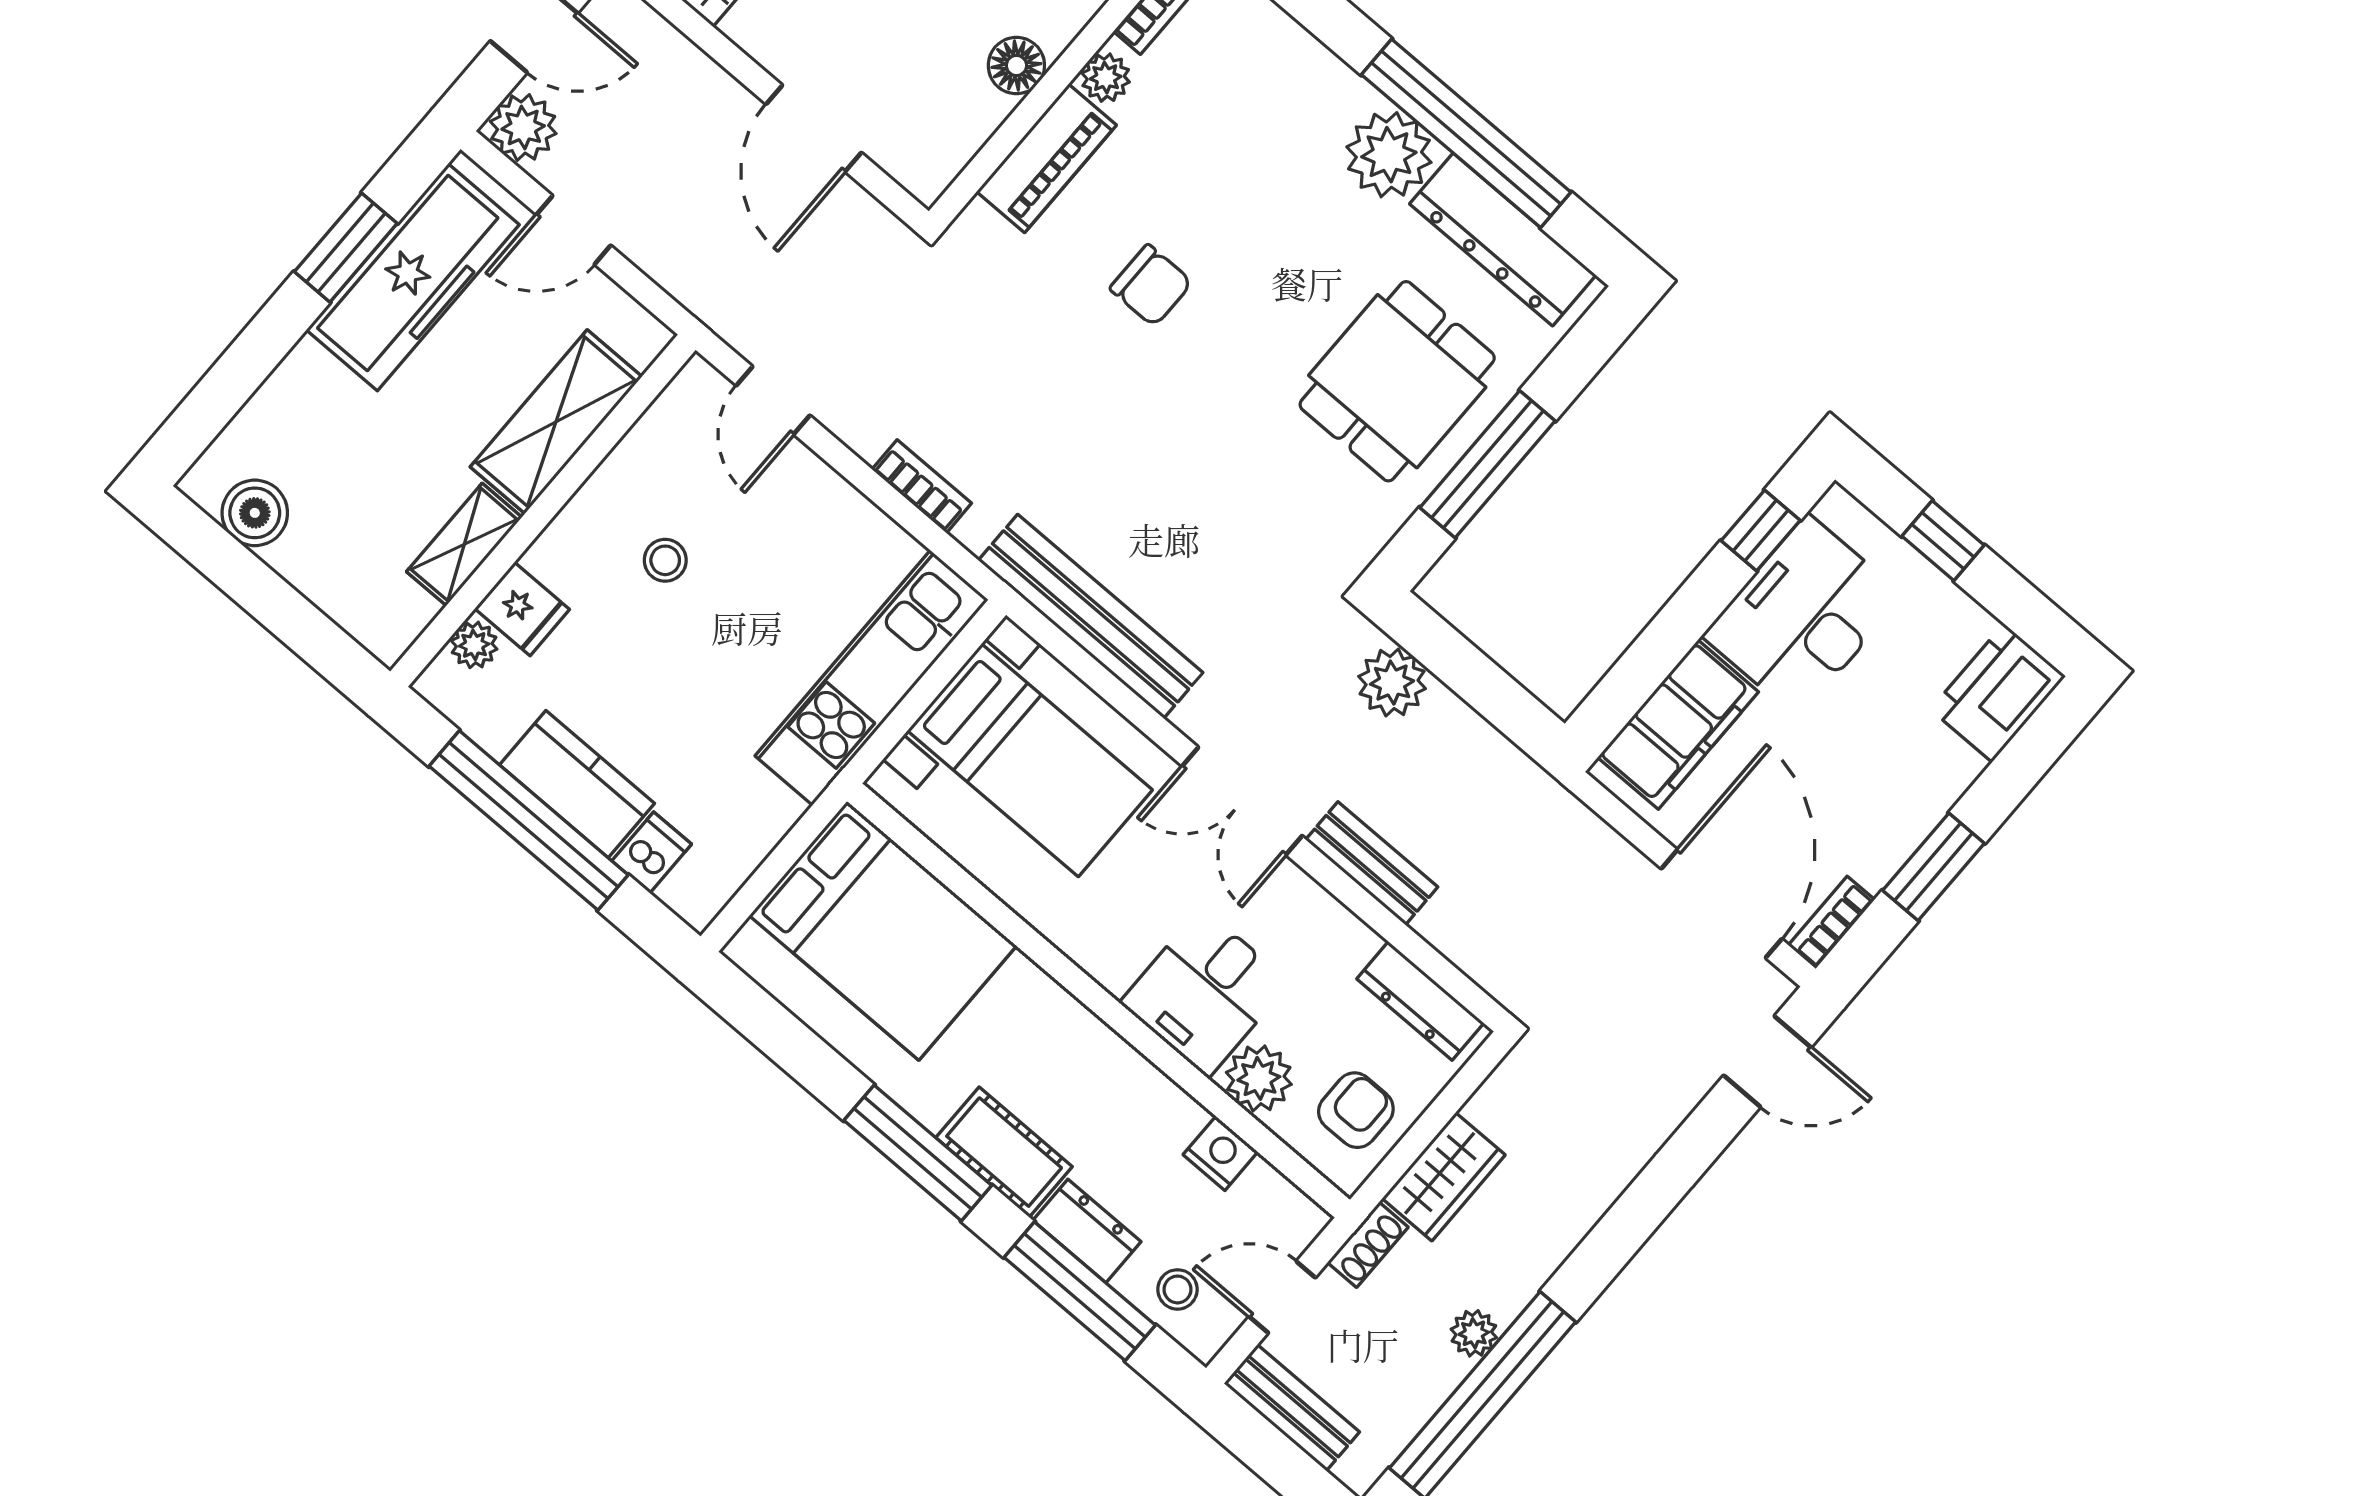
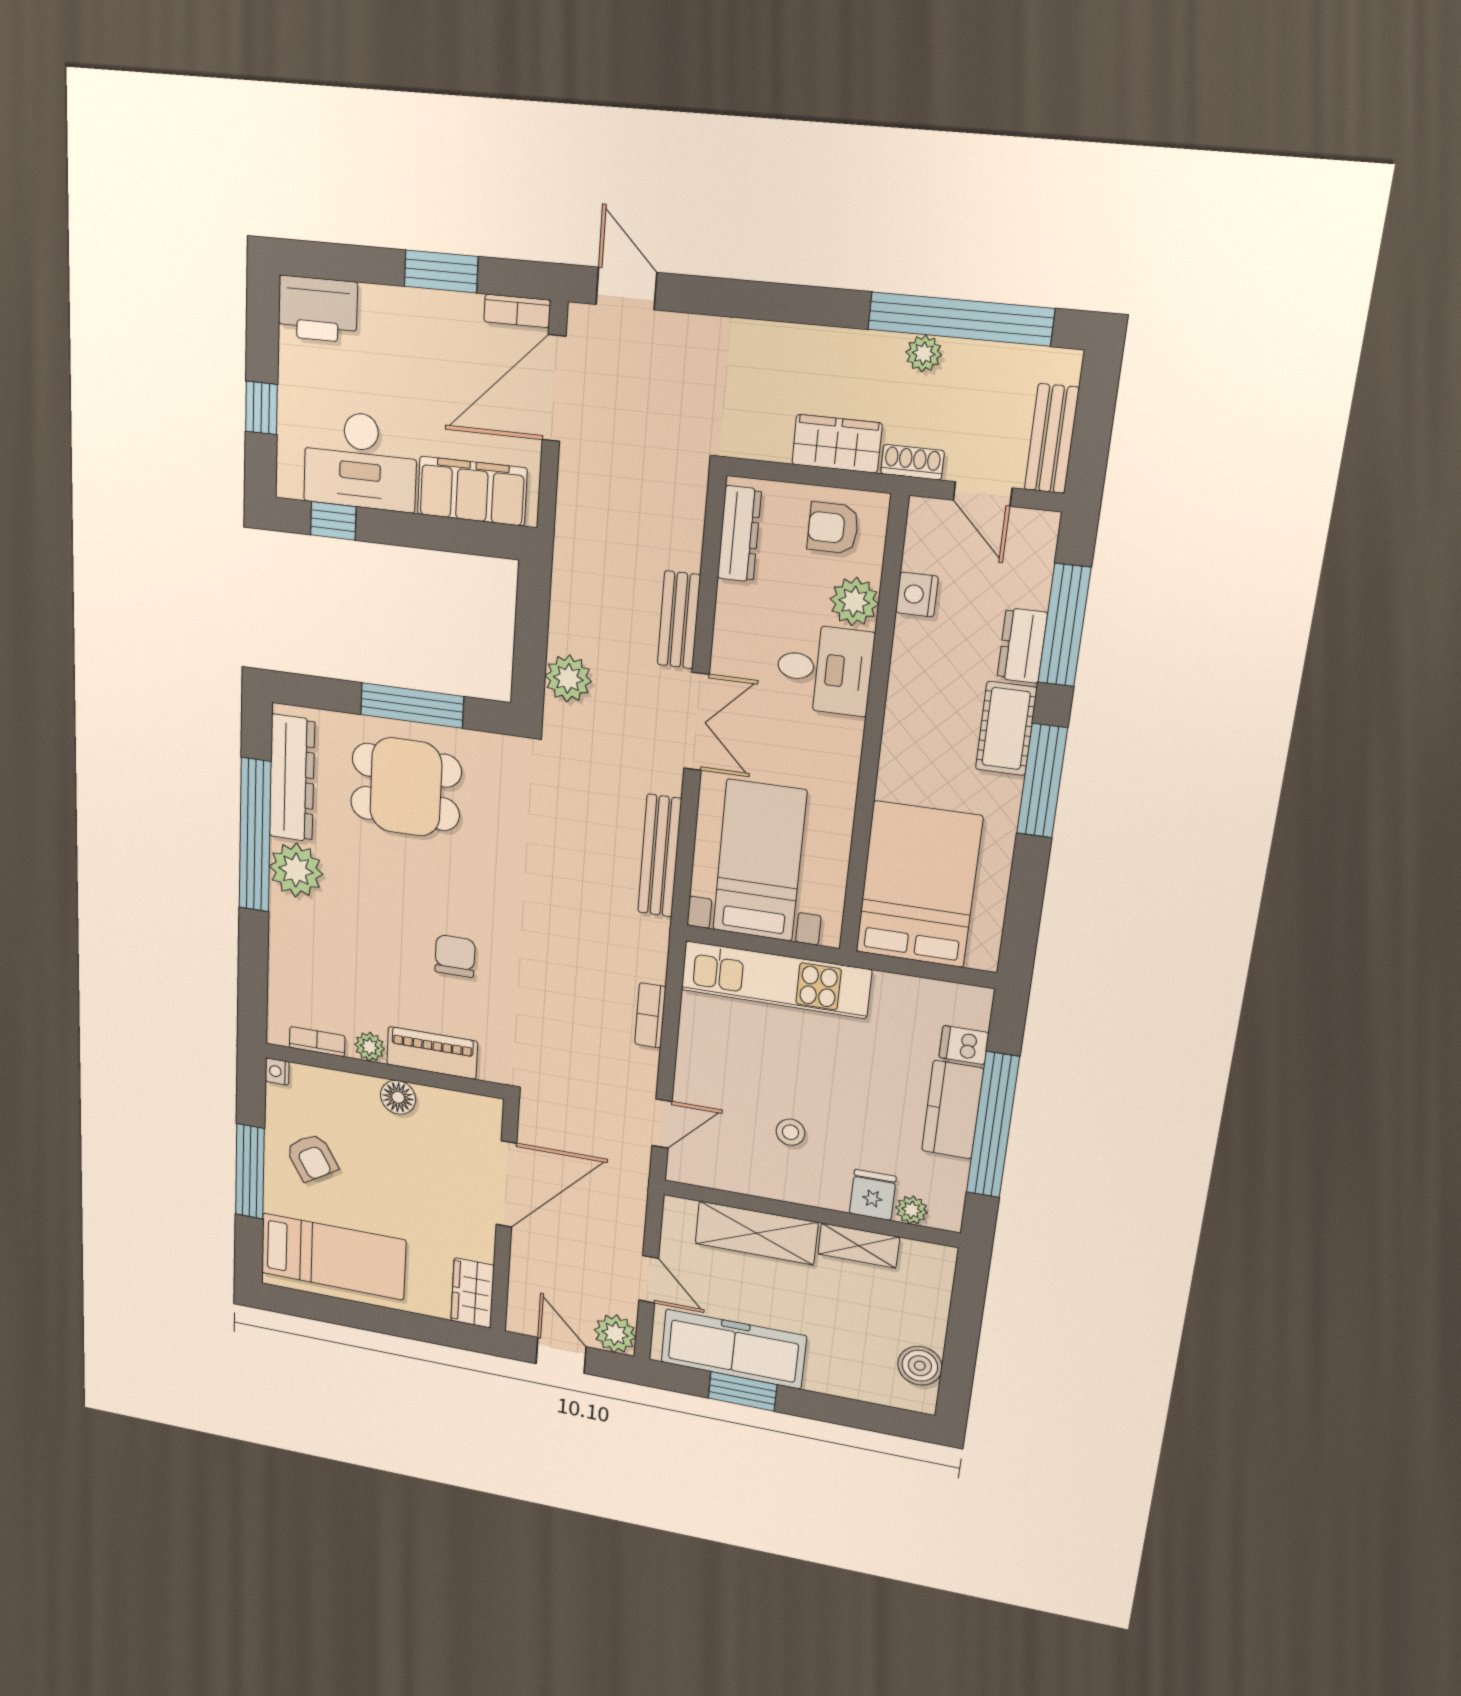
door: (814, 128) -> (506, 1184), width x1.36
bench: (1091, 616) -> (660, 856), width x0.73, depth x0.82
stool: (1177, 1289) -> (1022, 564), removed

